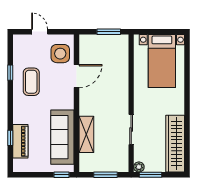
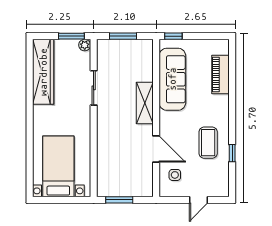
door: (40, 32) -> (199, 200), hinge flipped
side table: (60, 54) -> (175, 175), width x0.54, depth x0.54
door: (77, 76) -> (156, 149), swing flipped
shelving: (86, 134) -> (145, 103), moved
window: (10, 138) -> (232, 78), removed

